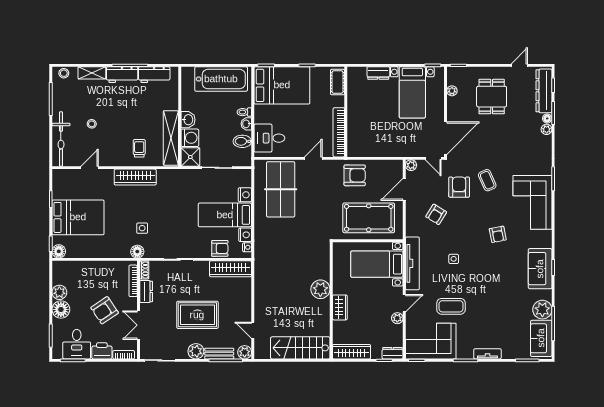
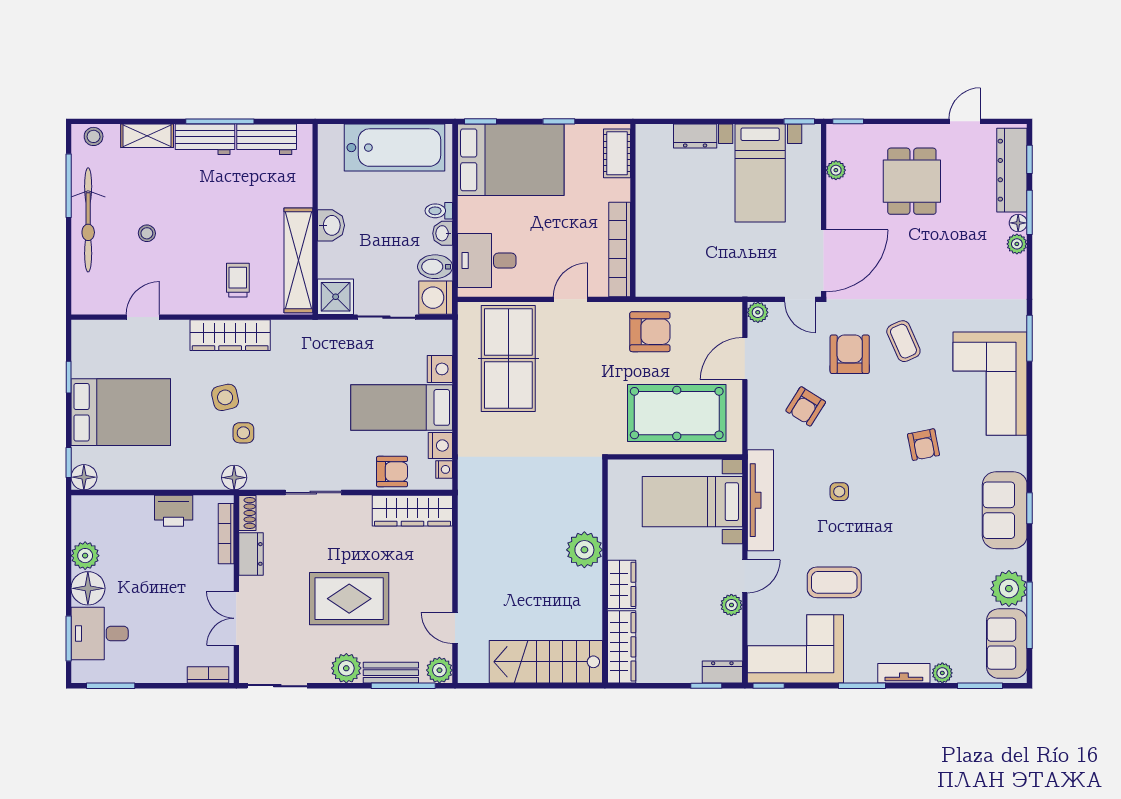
washing machine: (190, 138) -> (436, 298), moved, turned 180
bicycle: (61, 139) -> (88, 220), moved
side table: (133, 210) -> (225, 397), added
armchair: (105, 310) -> (171, 590), removed
desk: (77, 344) -> (100, 634), moved, turned 90
printer: (102, 351) -> (174, 511), moved, turned 180
wardrobe: (351, 352) -> (622, 647), moved, turned 90
plant: (508, 354) -> (942, 673), added

